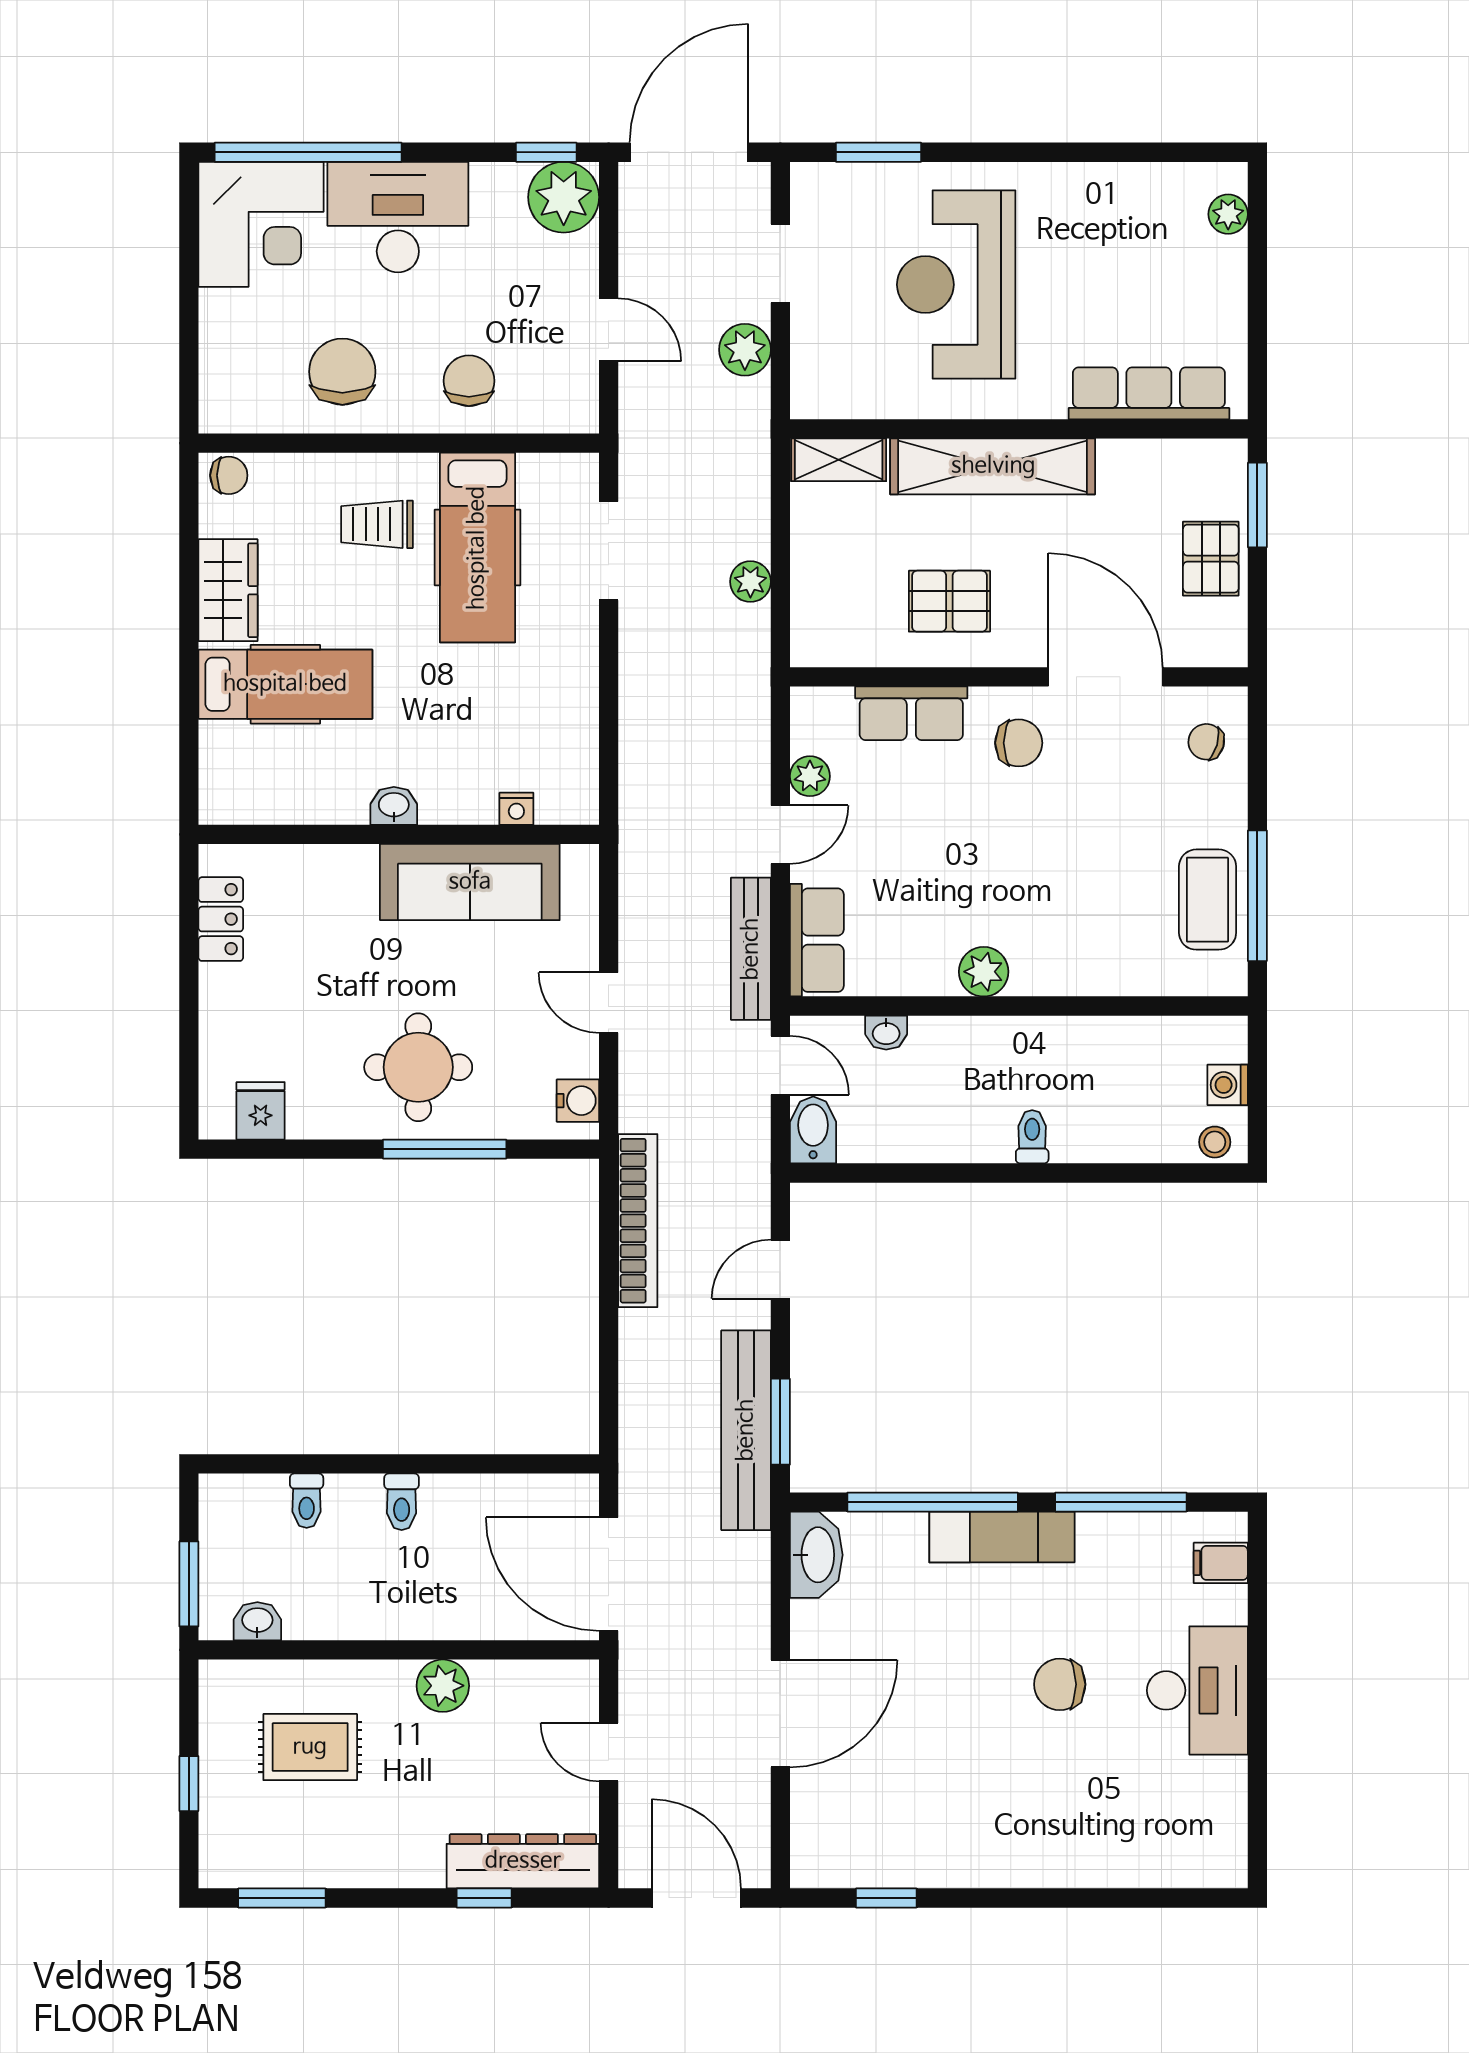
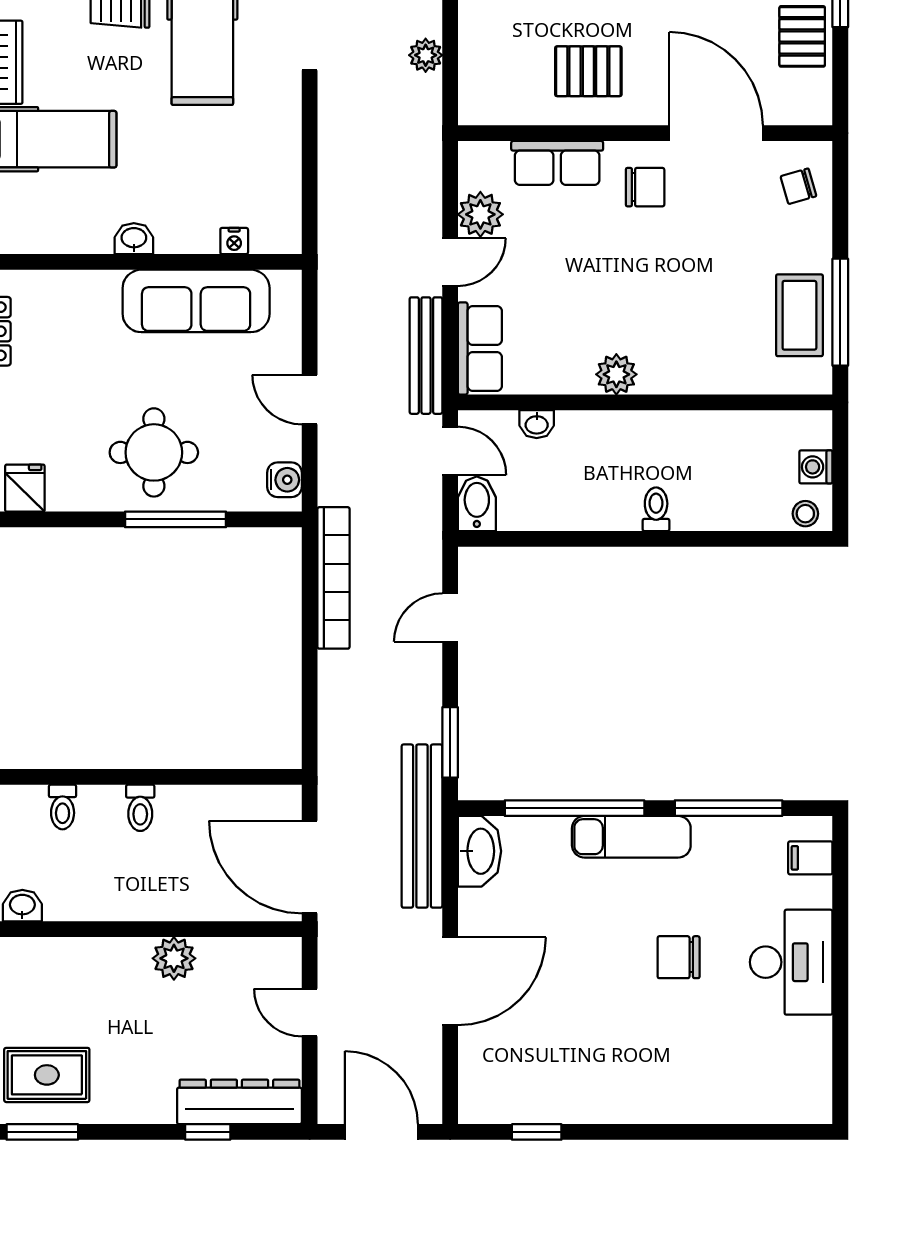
chair: (1206, 742) -> (798, 186), turned -32
plant: (810, 776) -> (480, 214), width x1.38, depth x1.38
bench: (746, 1430) -> (422, 826), moved
rug: (310, 1747) -> (47, 1075), moved

